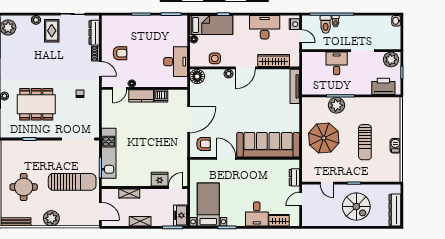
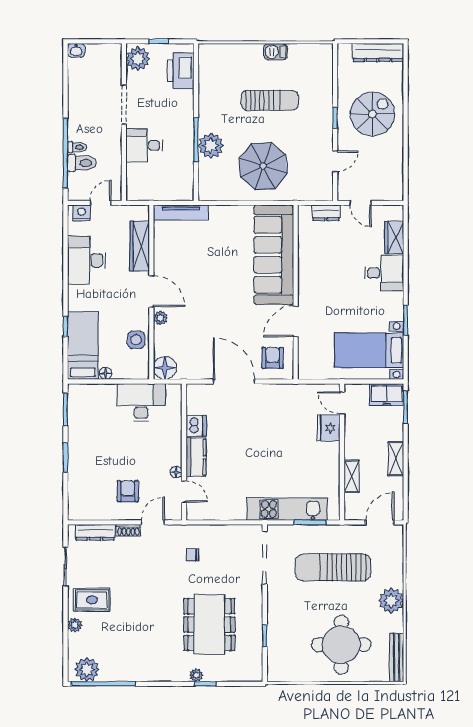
sun lounger: (72, 182) -> (333, 567), turned -90
round table: (24, 187) -> (341, 645), width x1.36, depth x1.36

